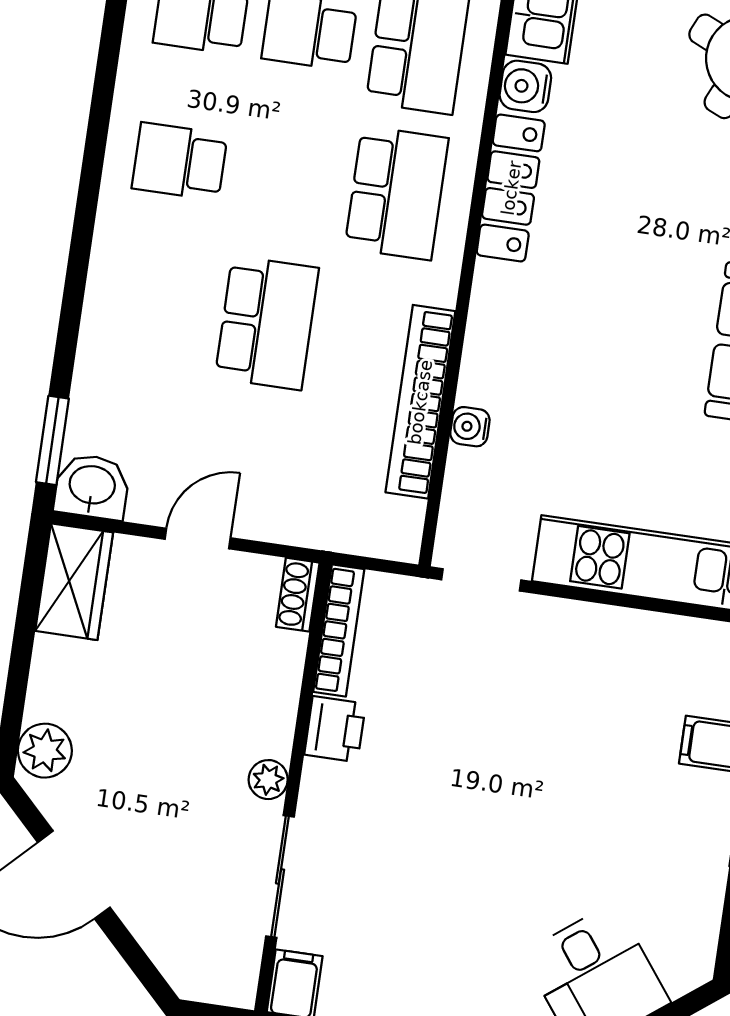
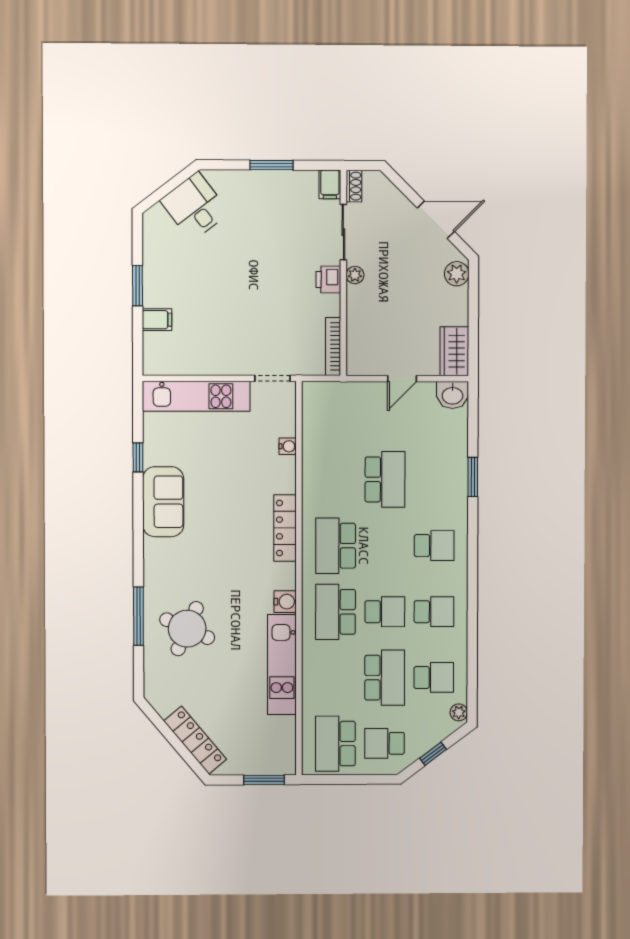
locker: (511, 188) -> (285, 528), moved
school desk: (267, 323) -> (385, 479), turned 180
bookcase: (420, 402) -> (311, 454), removed
window: (52, 440) -> (473, 477), moved
shoe rack: (298, 595) -> (354, 186), moved
printer: (335, 729) -> (328, 279), moved

